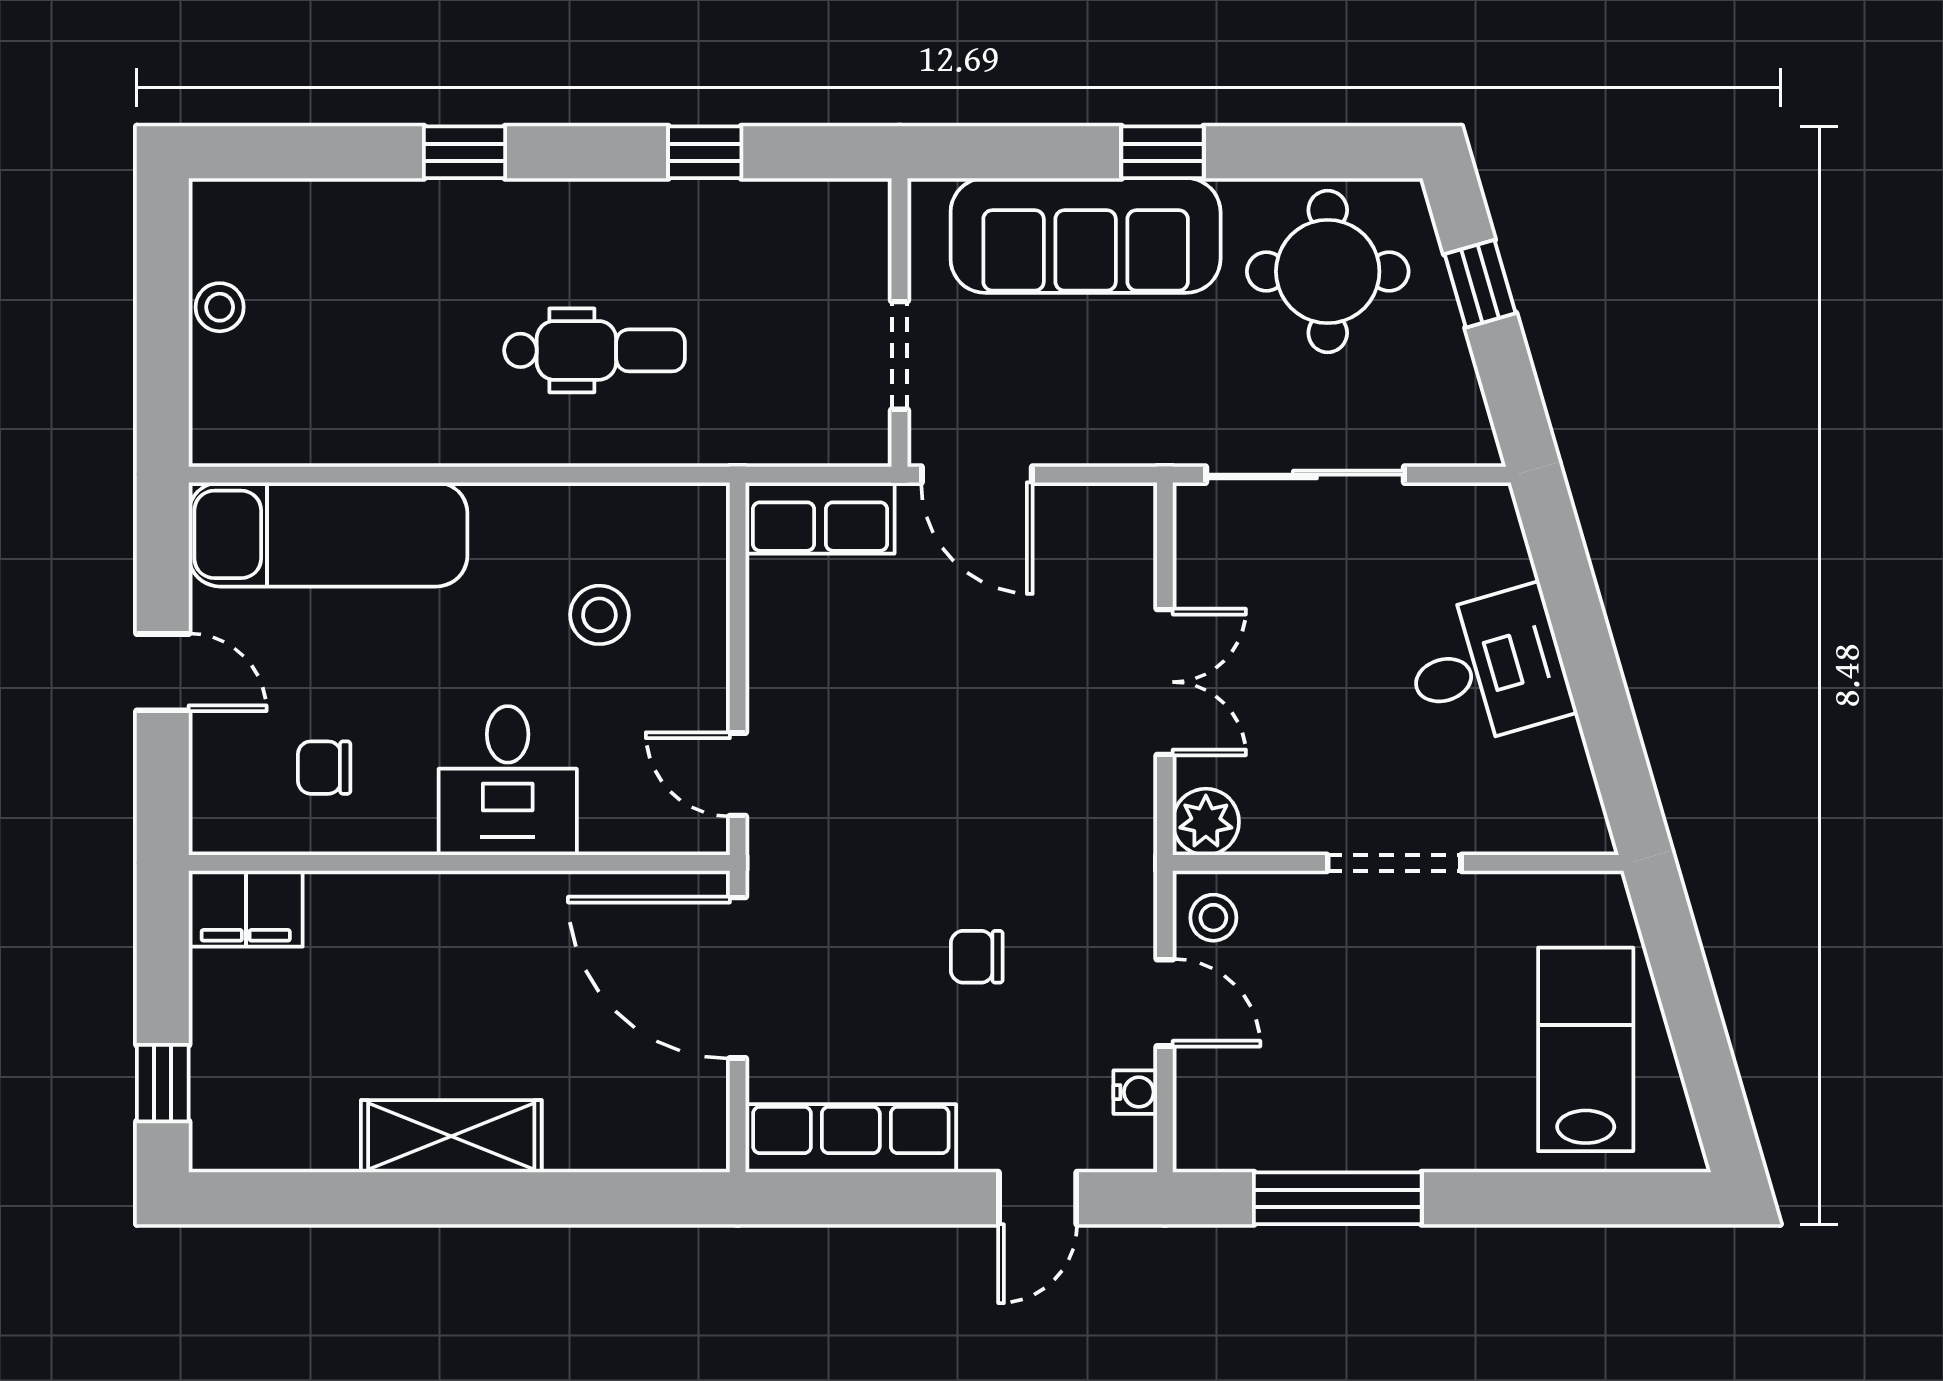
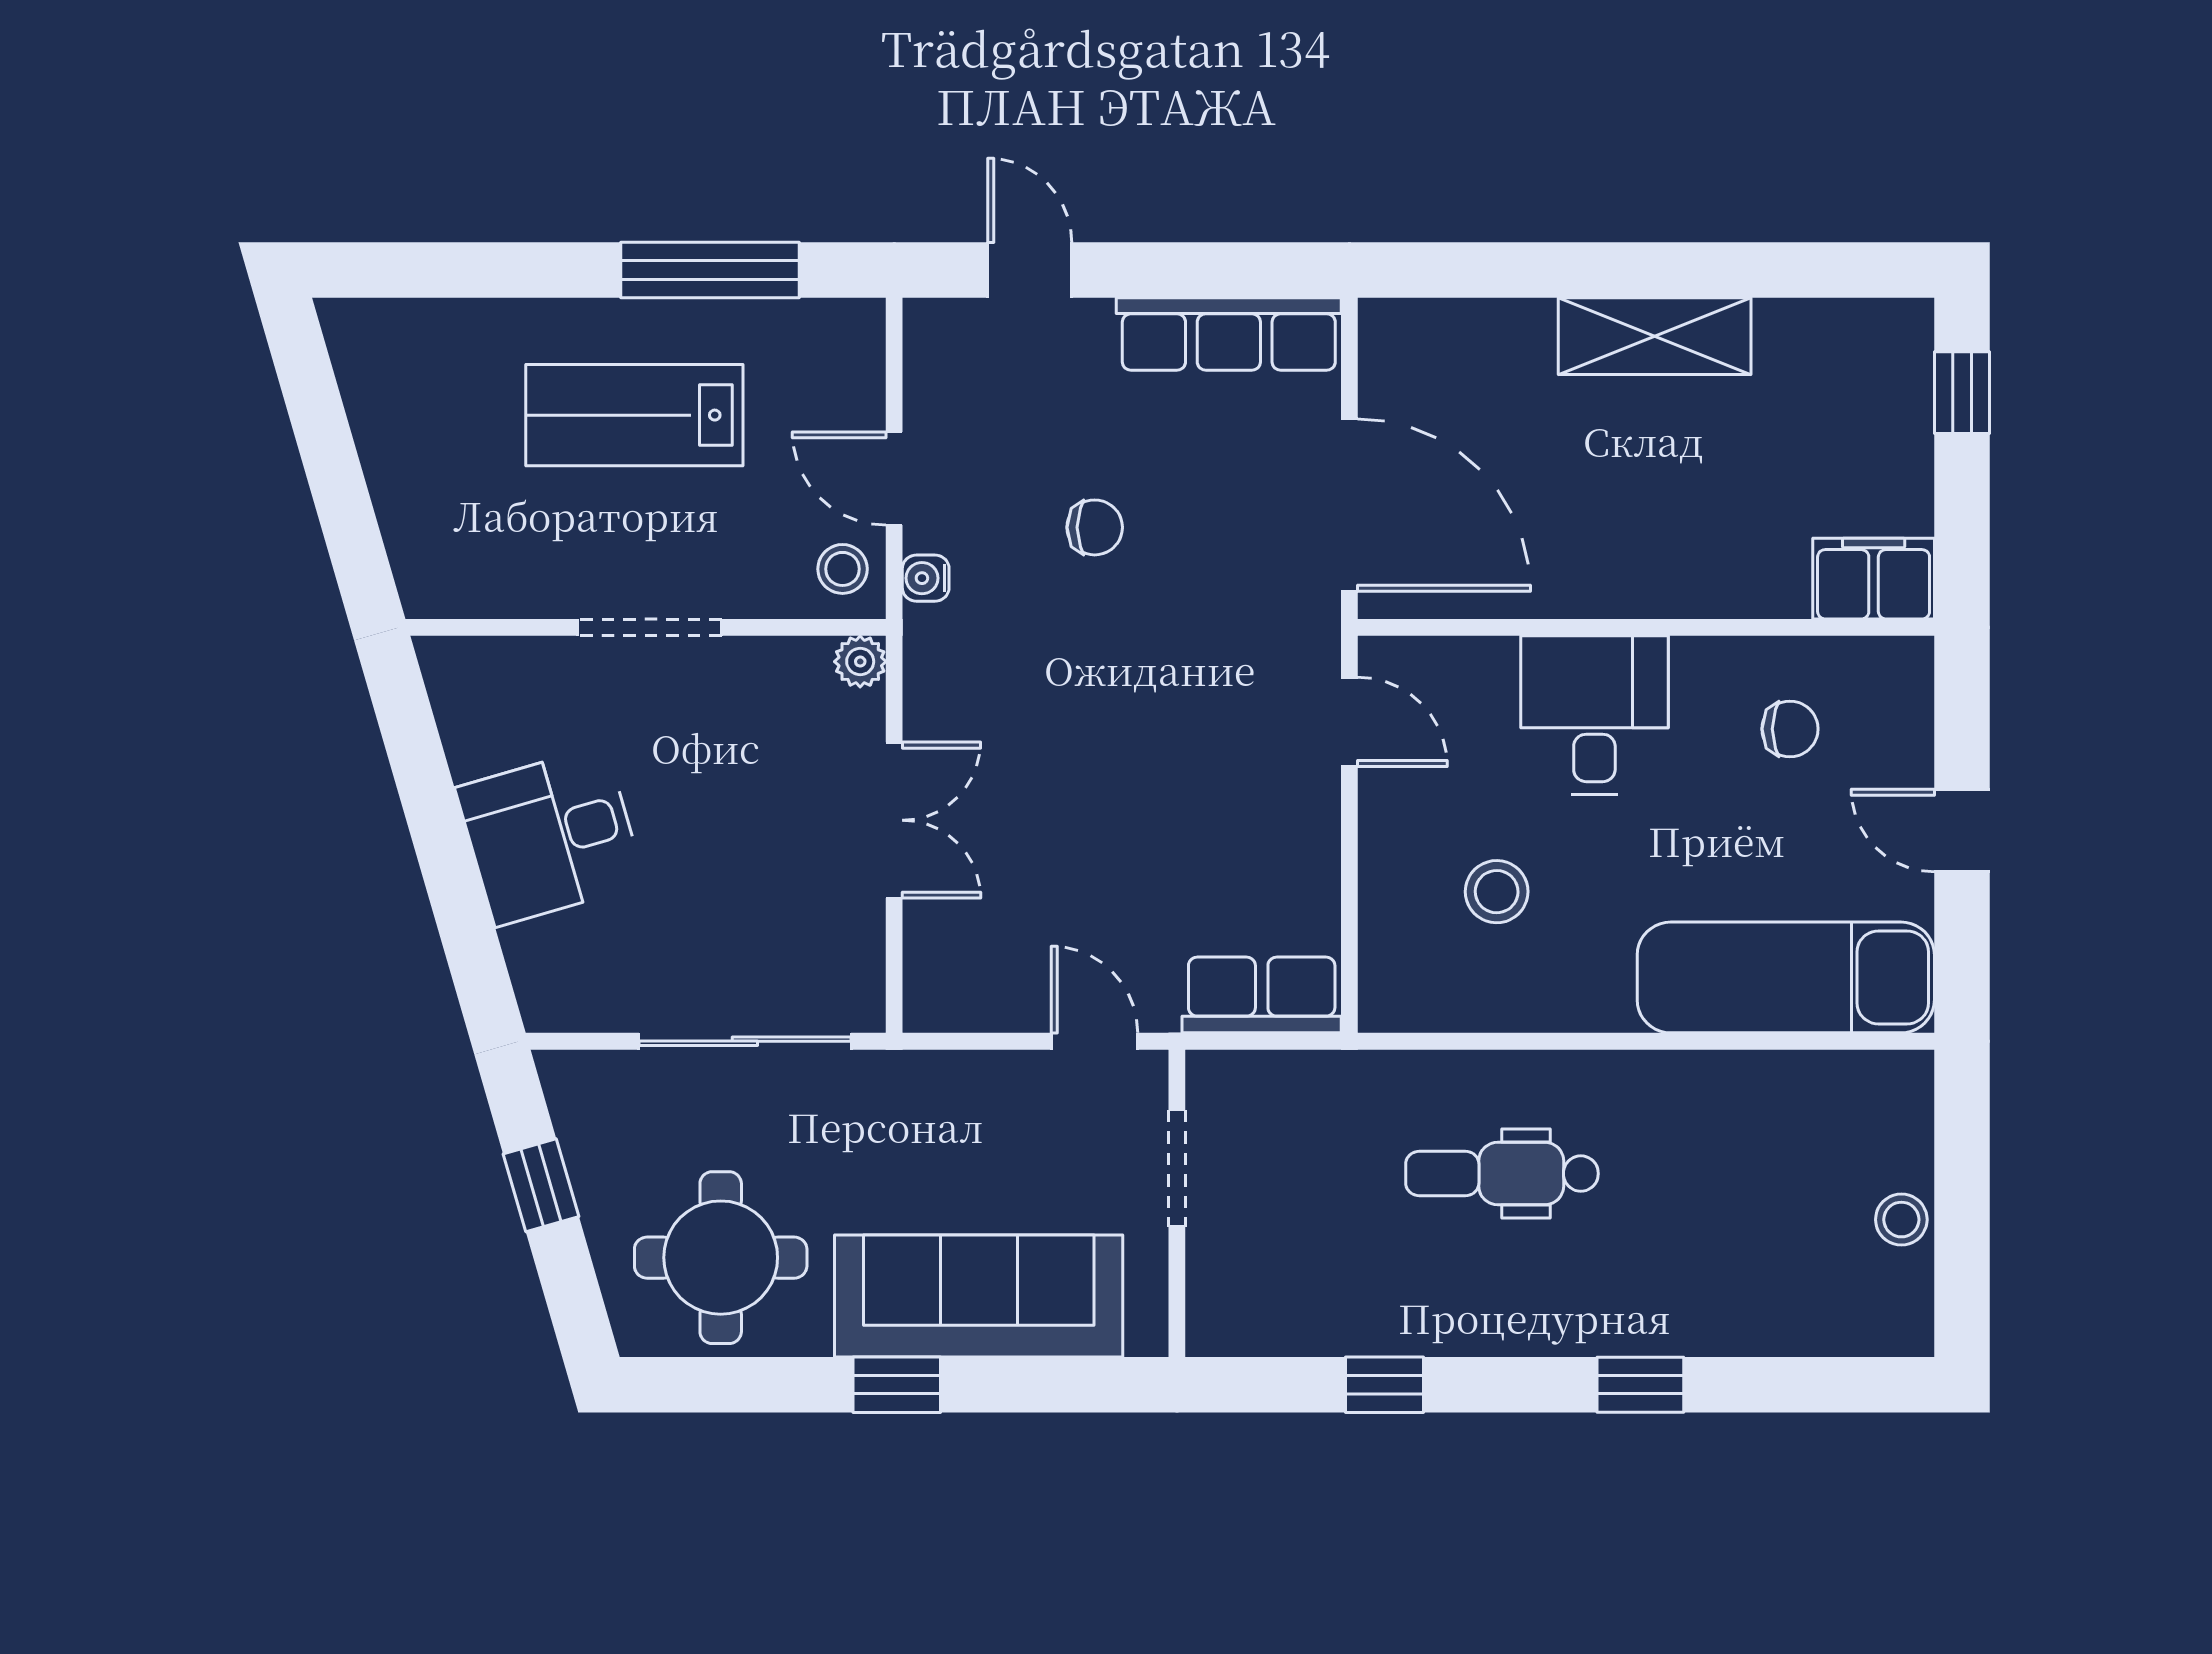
window: (1480, 284) -> (541, 1185), moved
door: (977, 475) -> (1095, 1041), width x0.73
double door: (1165, 682) -> (894, 820), swing flipped
plant: (1206, 822) -> (860, 662), width x0.73, depth x0.73
lab bench: (1586, 1049) -> (634, 415), moved, turned 90
water cooler: (1135, 1092) -> (926, 578), moved
door: (1038, 1198) -> (1030, 270), hinge flipped

